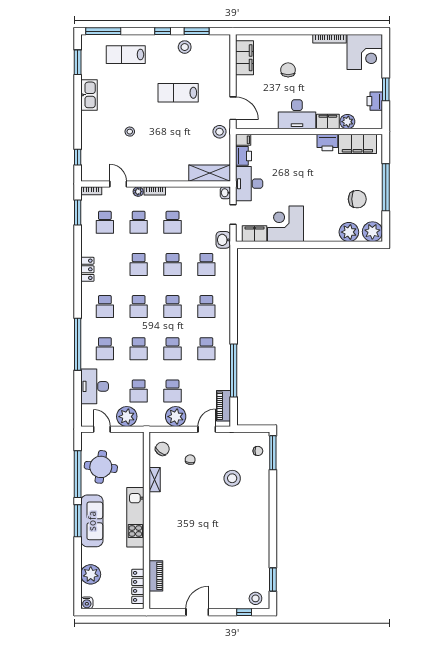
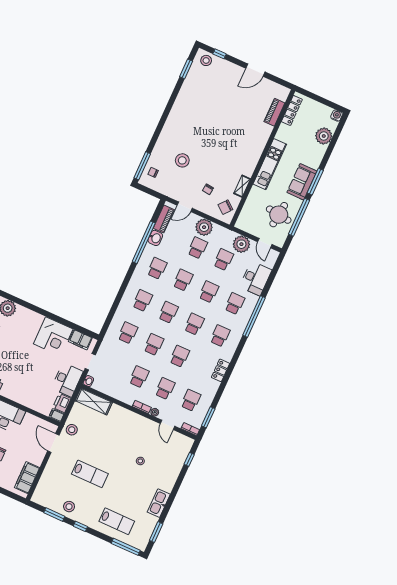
washbasin: (223, 240) -> (155, 238), moved
sofa: (92, 521) -> (302, 182), width x0.73

